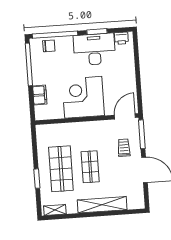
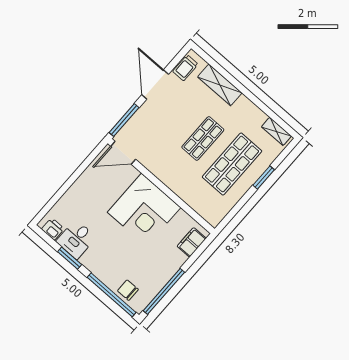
desk: (94, 49) -> (76, 239), width x0.53, depth x0.77
filing cabinet: (40, 95) -> (192, 242), moved
trolley: (124, 148) -> (185, 68), moved
shelving: (102, 205) -> (220, 85), width x0.68

